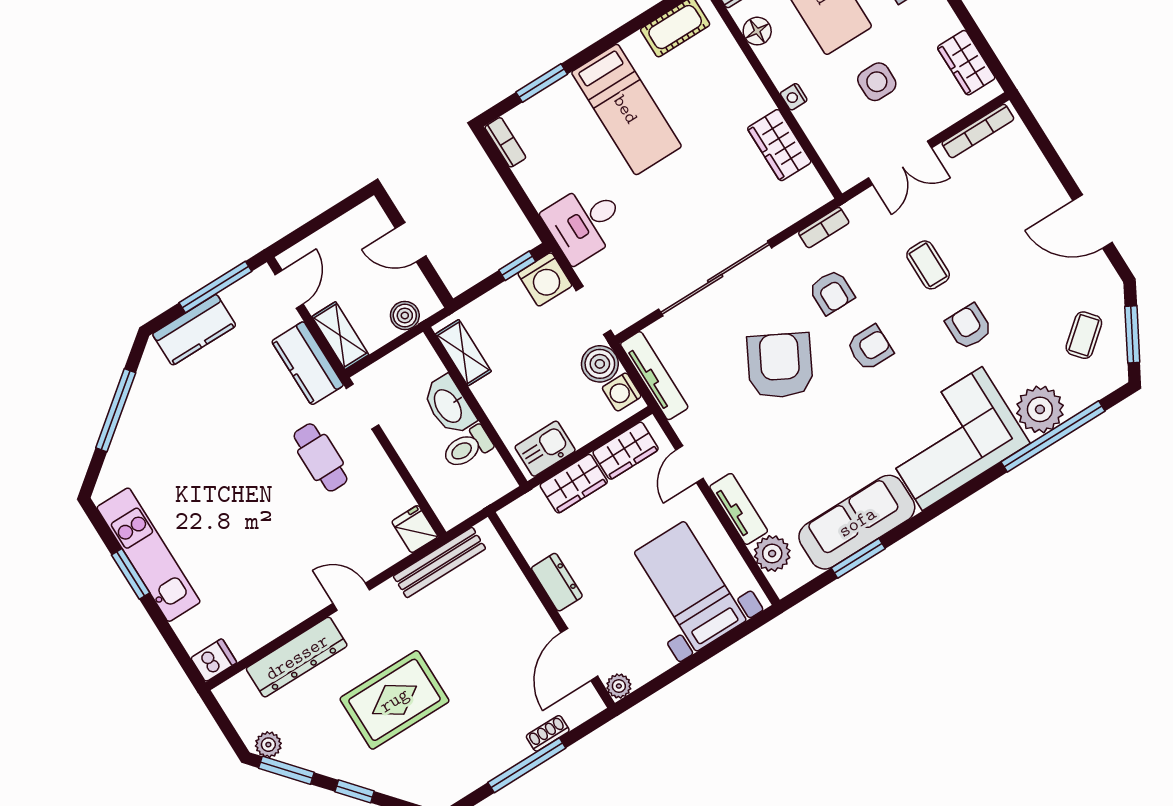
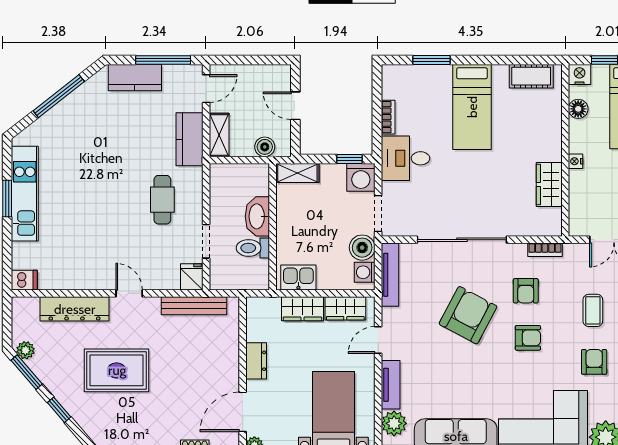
bookcase: (505, 142) -> (388, 117), moved
shelving: (463, 353) -> (297, 173), moved, turned 90
doorway: (363, 407) -> (206, 241), moved

